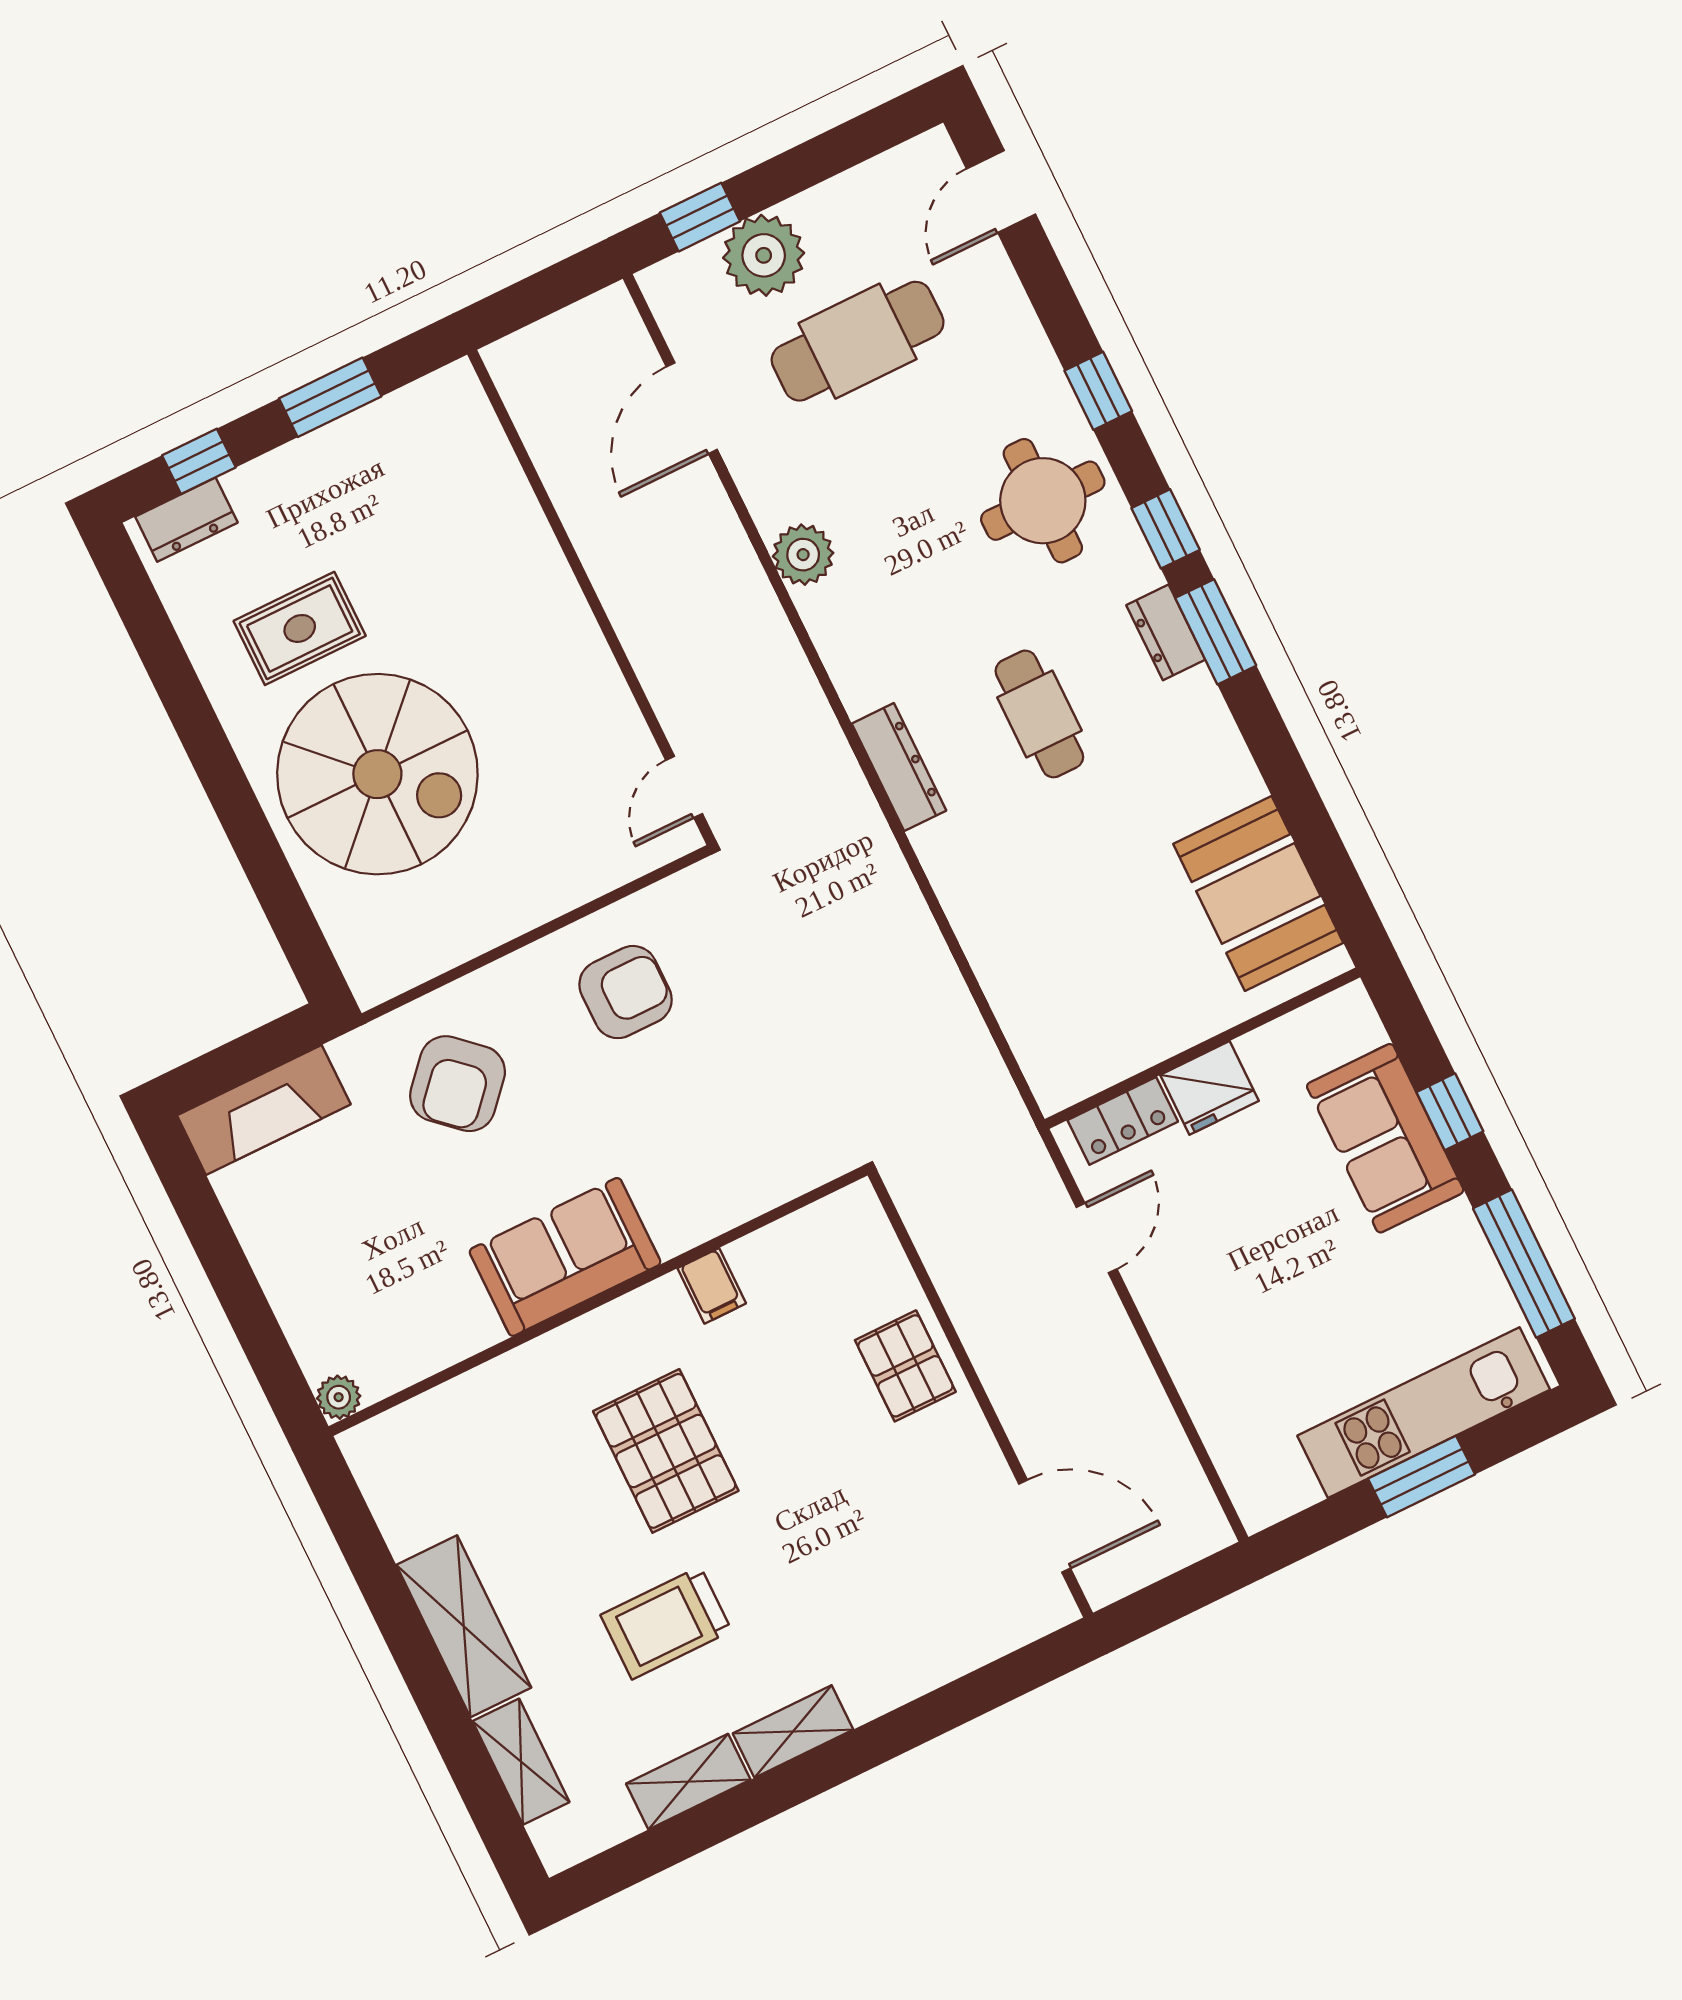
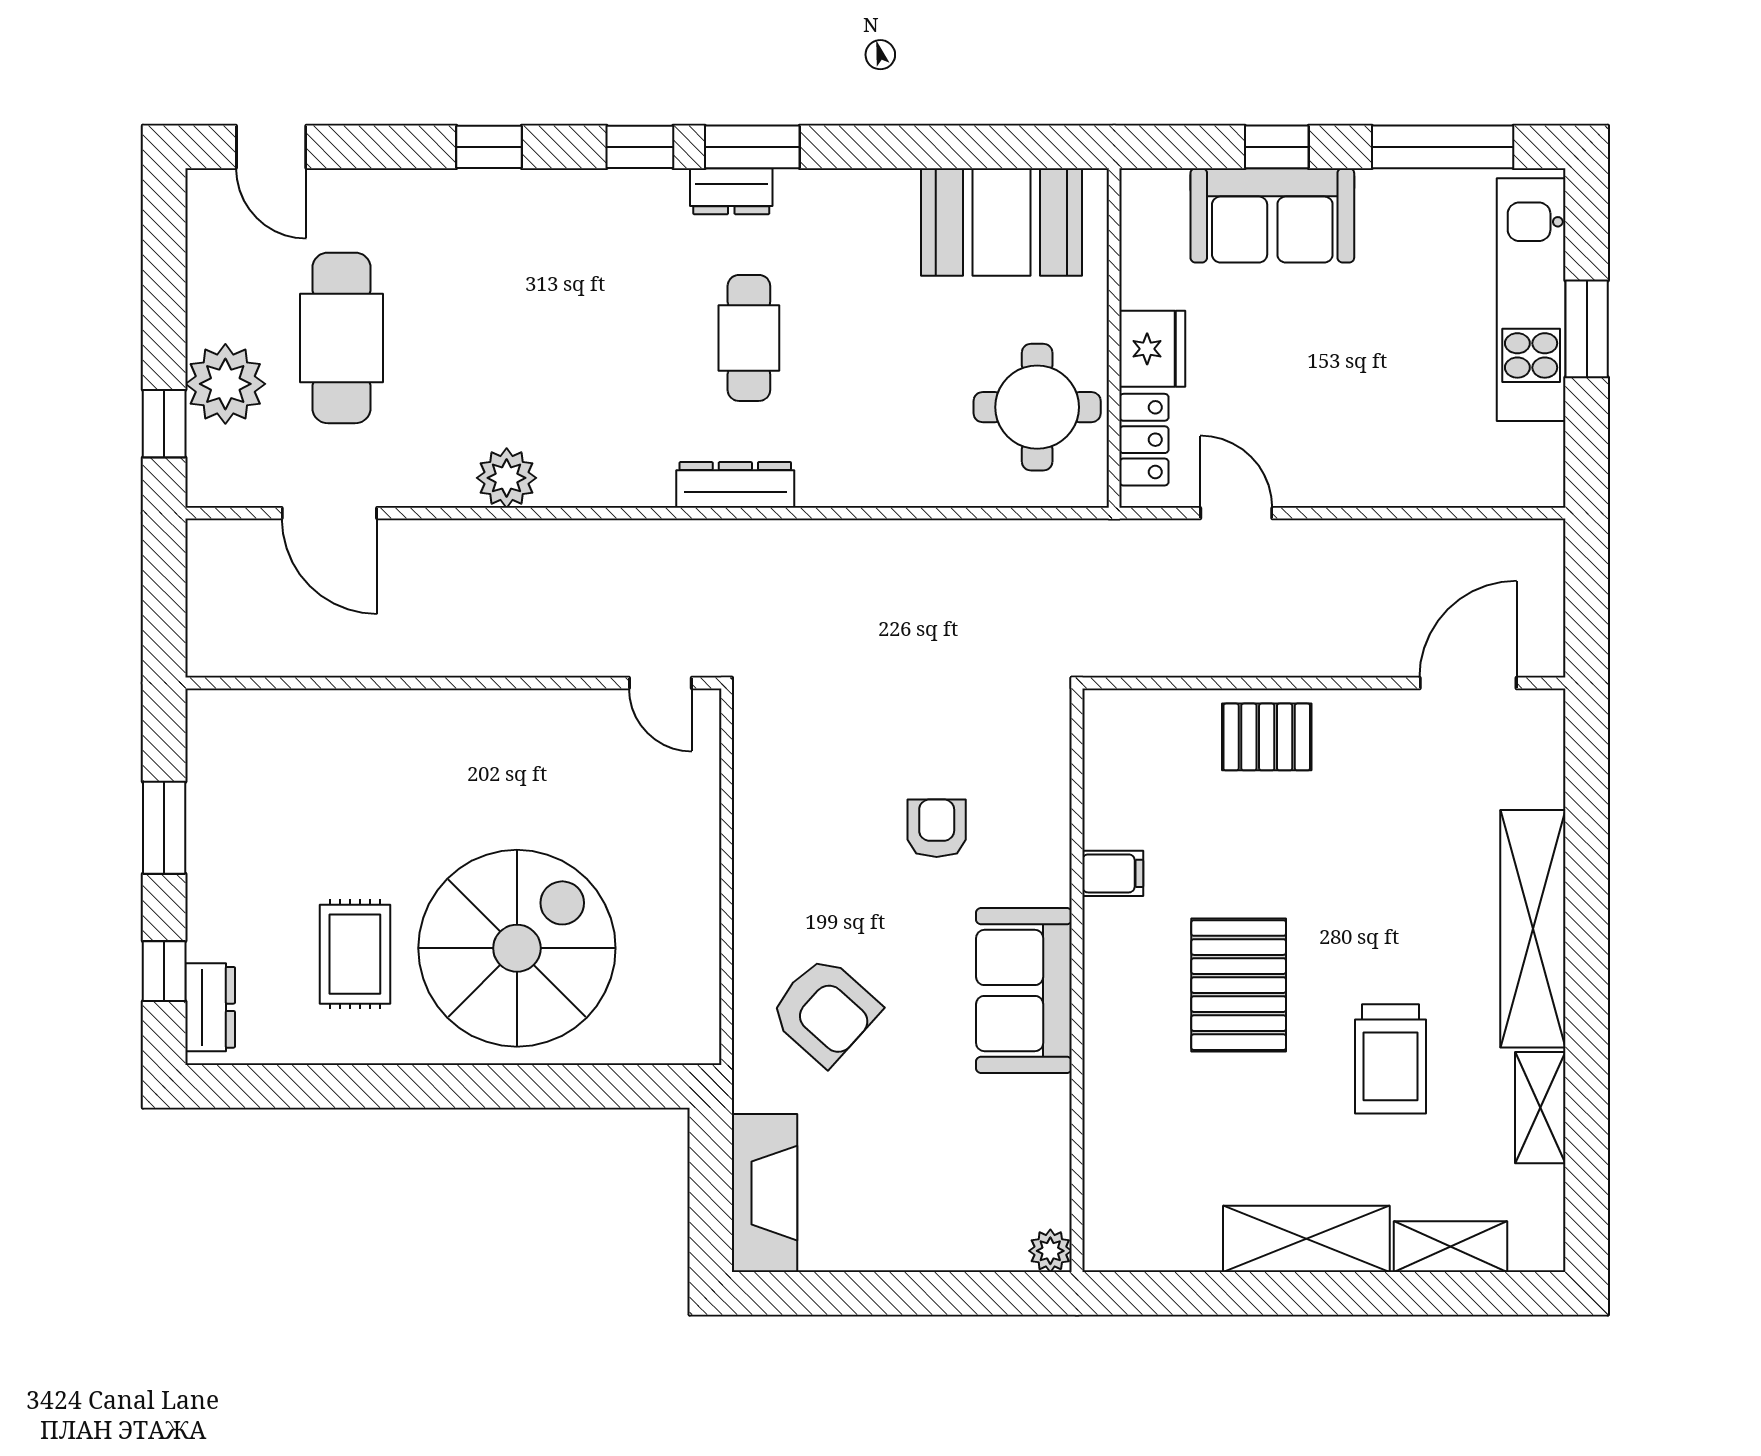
round table: (1043, 501) -> (1037, 407), moved
cafe table: (1039, 714) -> (749, 338), turned 90
armchair: (626, 992) -> (937, 828), moved, width x0.72, depth x0.72
pallet: (666, 1451) -> (1239, 985), turned 90
shelving: (793, 1731) -> (1533, 929), width x2.20, depth x1.33

